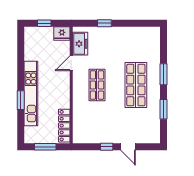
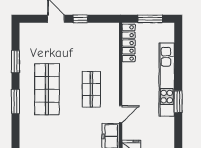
window: (21, 100) -> (178, 102), moved

